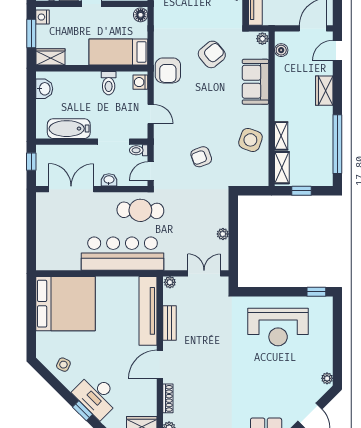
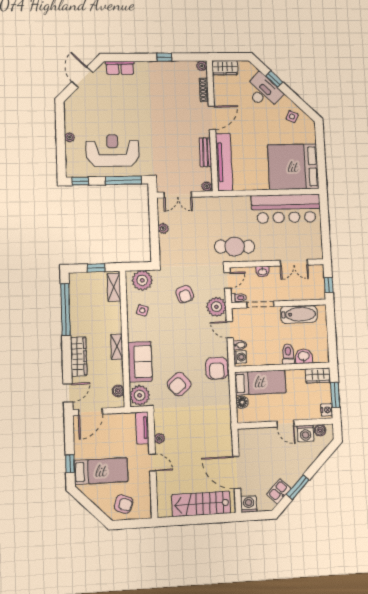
floor lamp: (141, 15) -> (242, 402), moved
plant: (262, 39) -> (140, 395), width x1.88, depth x1.88
armchair: (168, 70) -> (217, 368), turned 180
toilet: (109, 83) -> (288, 354), moved
washbasin: (44, 89) -> (304, 356), moved, turned 90
wardrobe: (324, 91) -> (79, 356), width x1.50
bidet: (140, 96) -> (240, 345), added
shelving: (281, 136) -> (117, 347), moved
side table: (250, 140) -> (142, 310), width x0.54, depth x0.54
plant: (165, 141) -> (216, 307), added
armchair: (201, 157) -> (185, 294), turned 93
plant: (249, 174) -> (142, 280), added
double door: (71, 189) -> (294, 263), width x0.73
bar counter: (123, 254) -> (286, 209), moved
window: (267, 292) -> (123, 180), added
plant: (327, 378) -> (70, 137), moved

